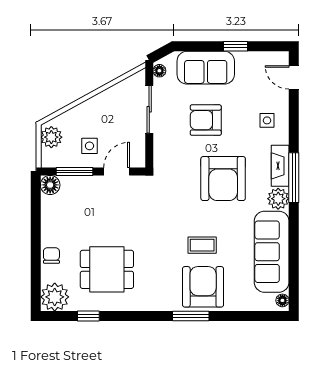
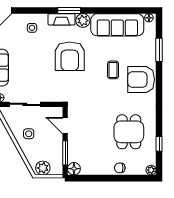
armchair: (206, 120) -> (32, 68), removed
side table: (89, 146) -> (29, 134), moved
window: (294, 178) -> (69, 10), width x0.69
armchair: (223, 179) -> (70, 56), turned 90
armchair: (203, 287) -> (141, 80), moved
plant: (55, 297) -> (151, 170), width x0.53, depth x0.53
window: (191, 316) -> (159, 50), moved

